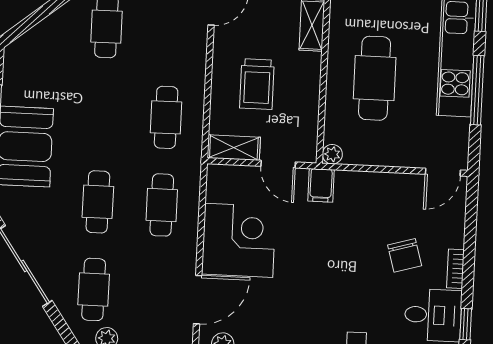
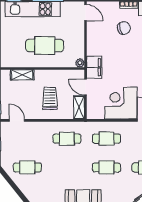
trolley: (257, 84) -> (50, 98), turned -90
door: (278, 164) -> (86, 87), swing flipped
filing cabinet: (321, 185) -> (94, 67), width x2.00

